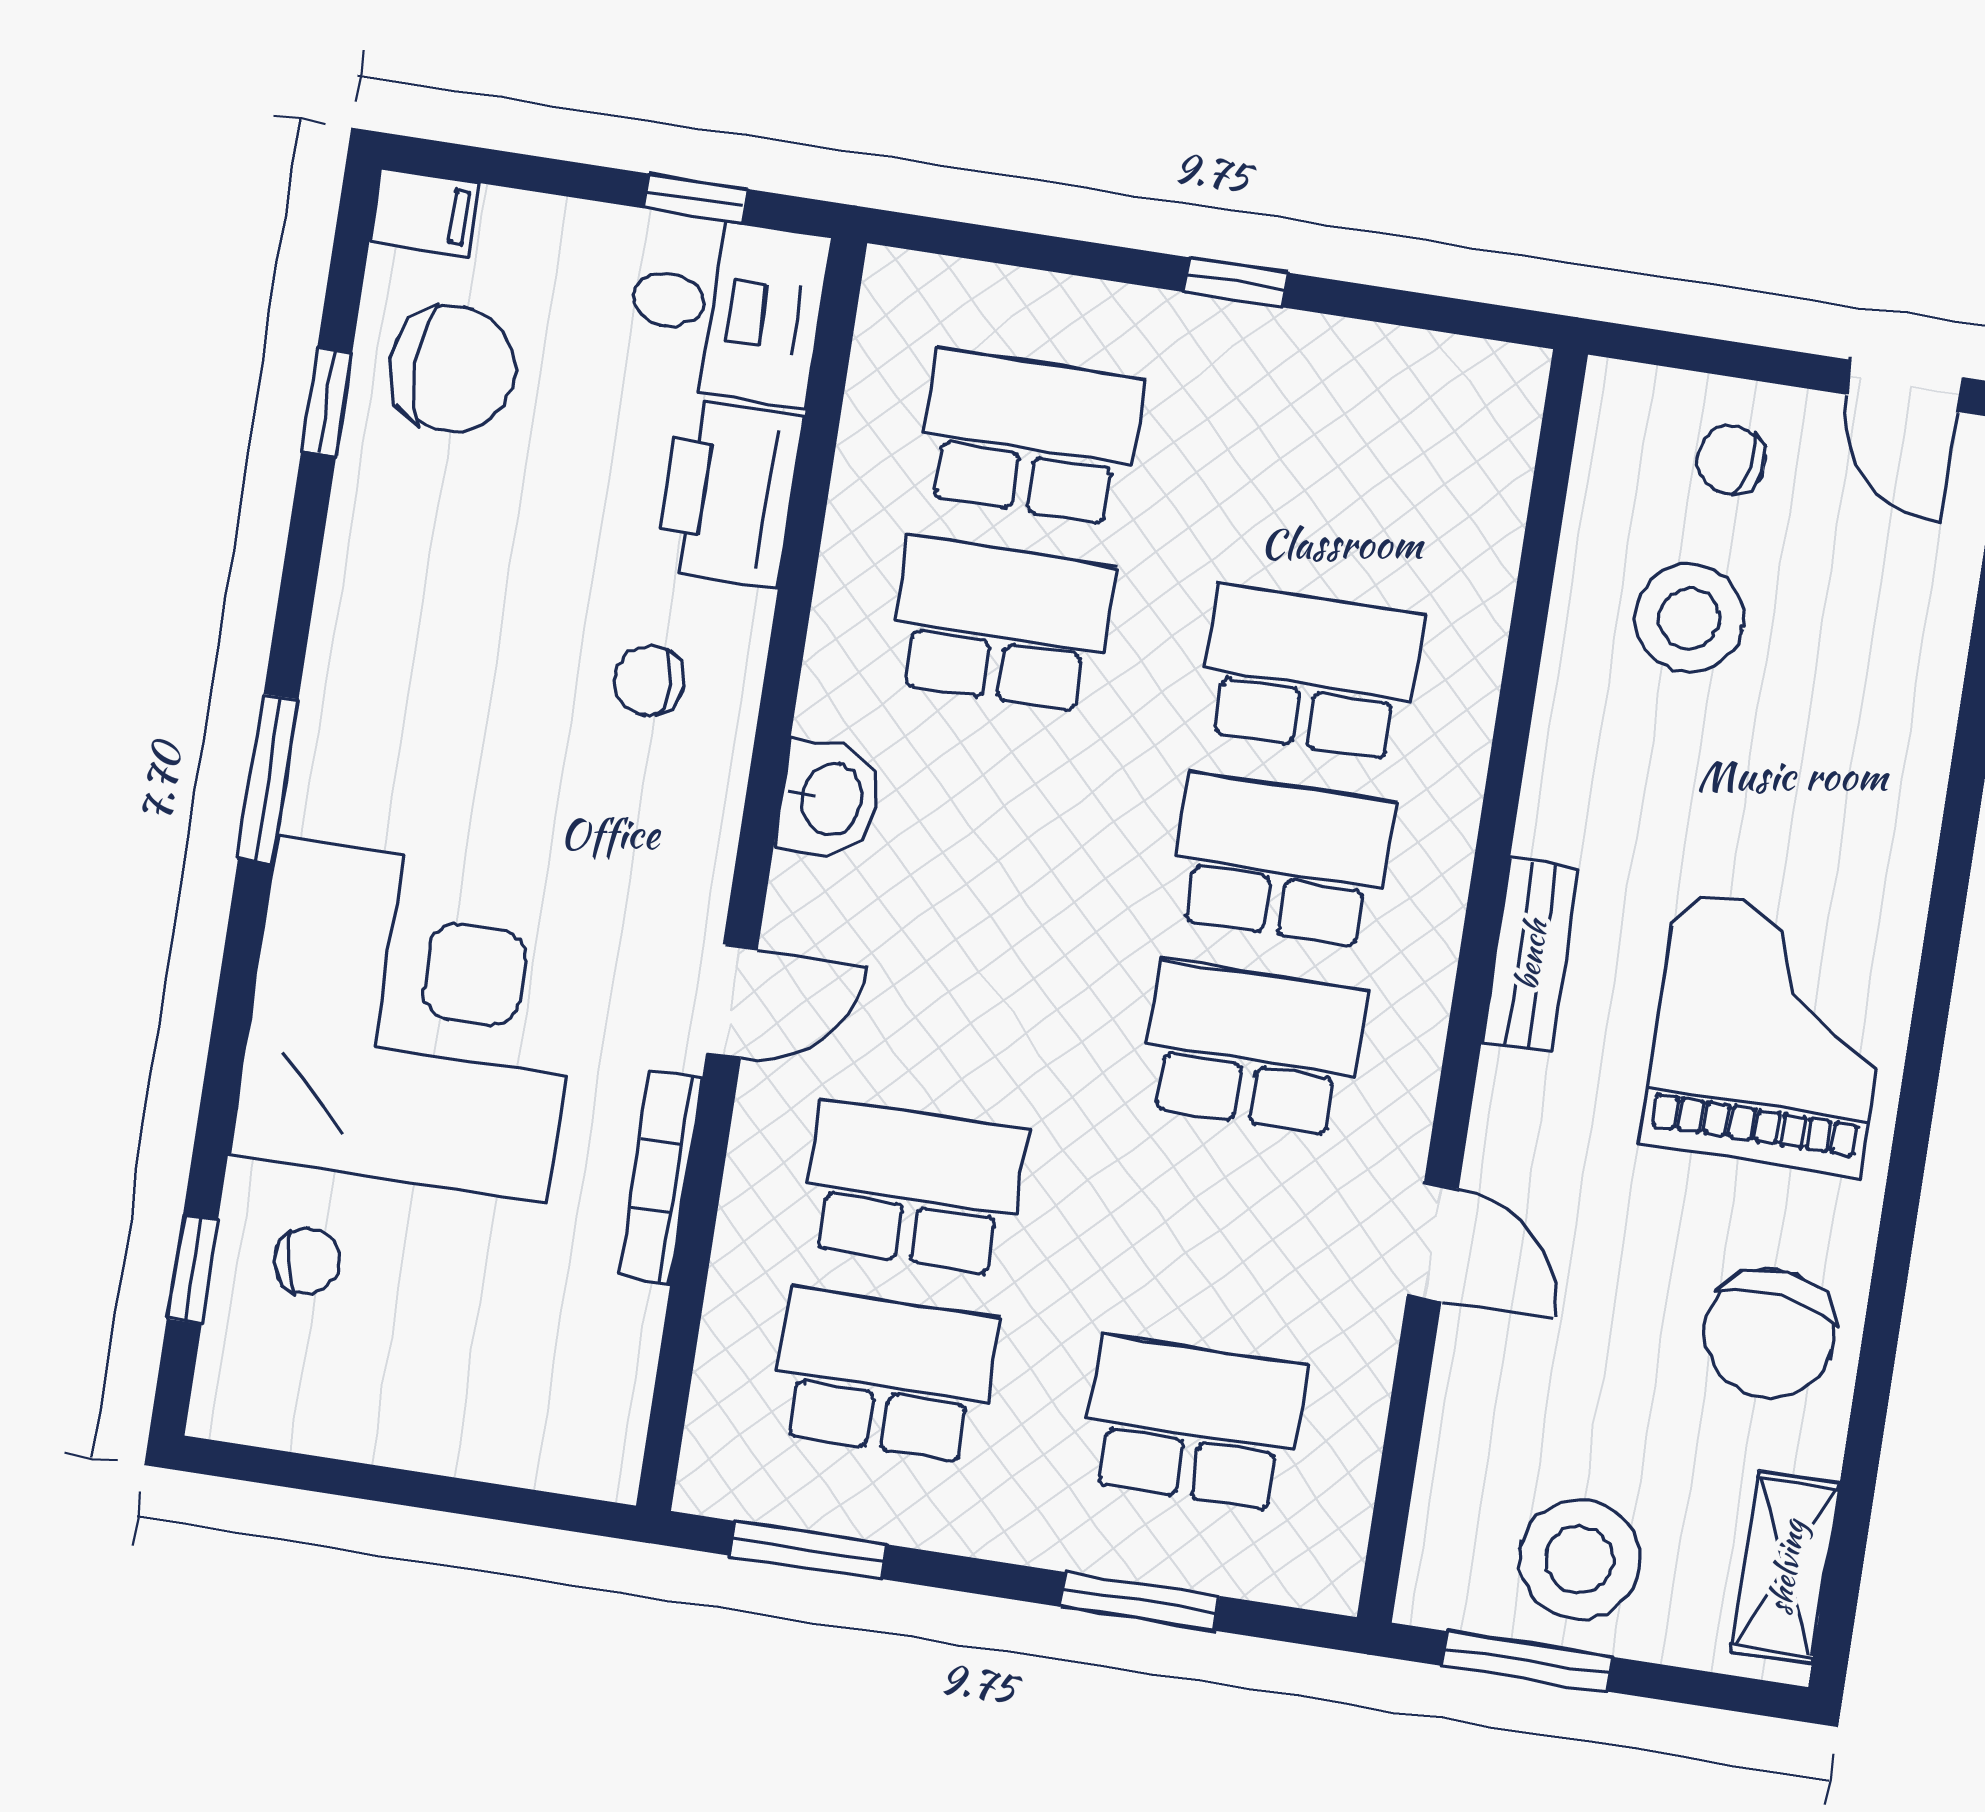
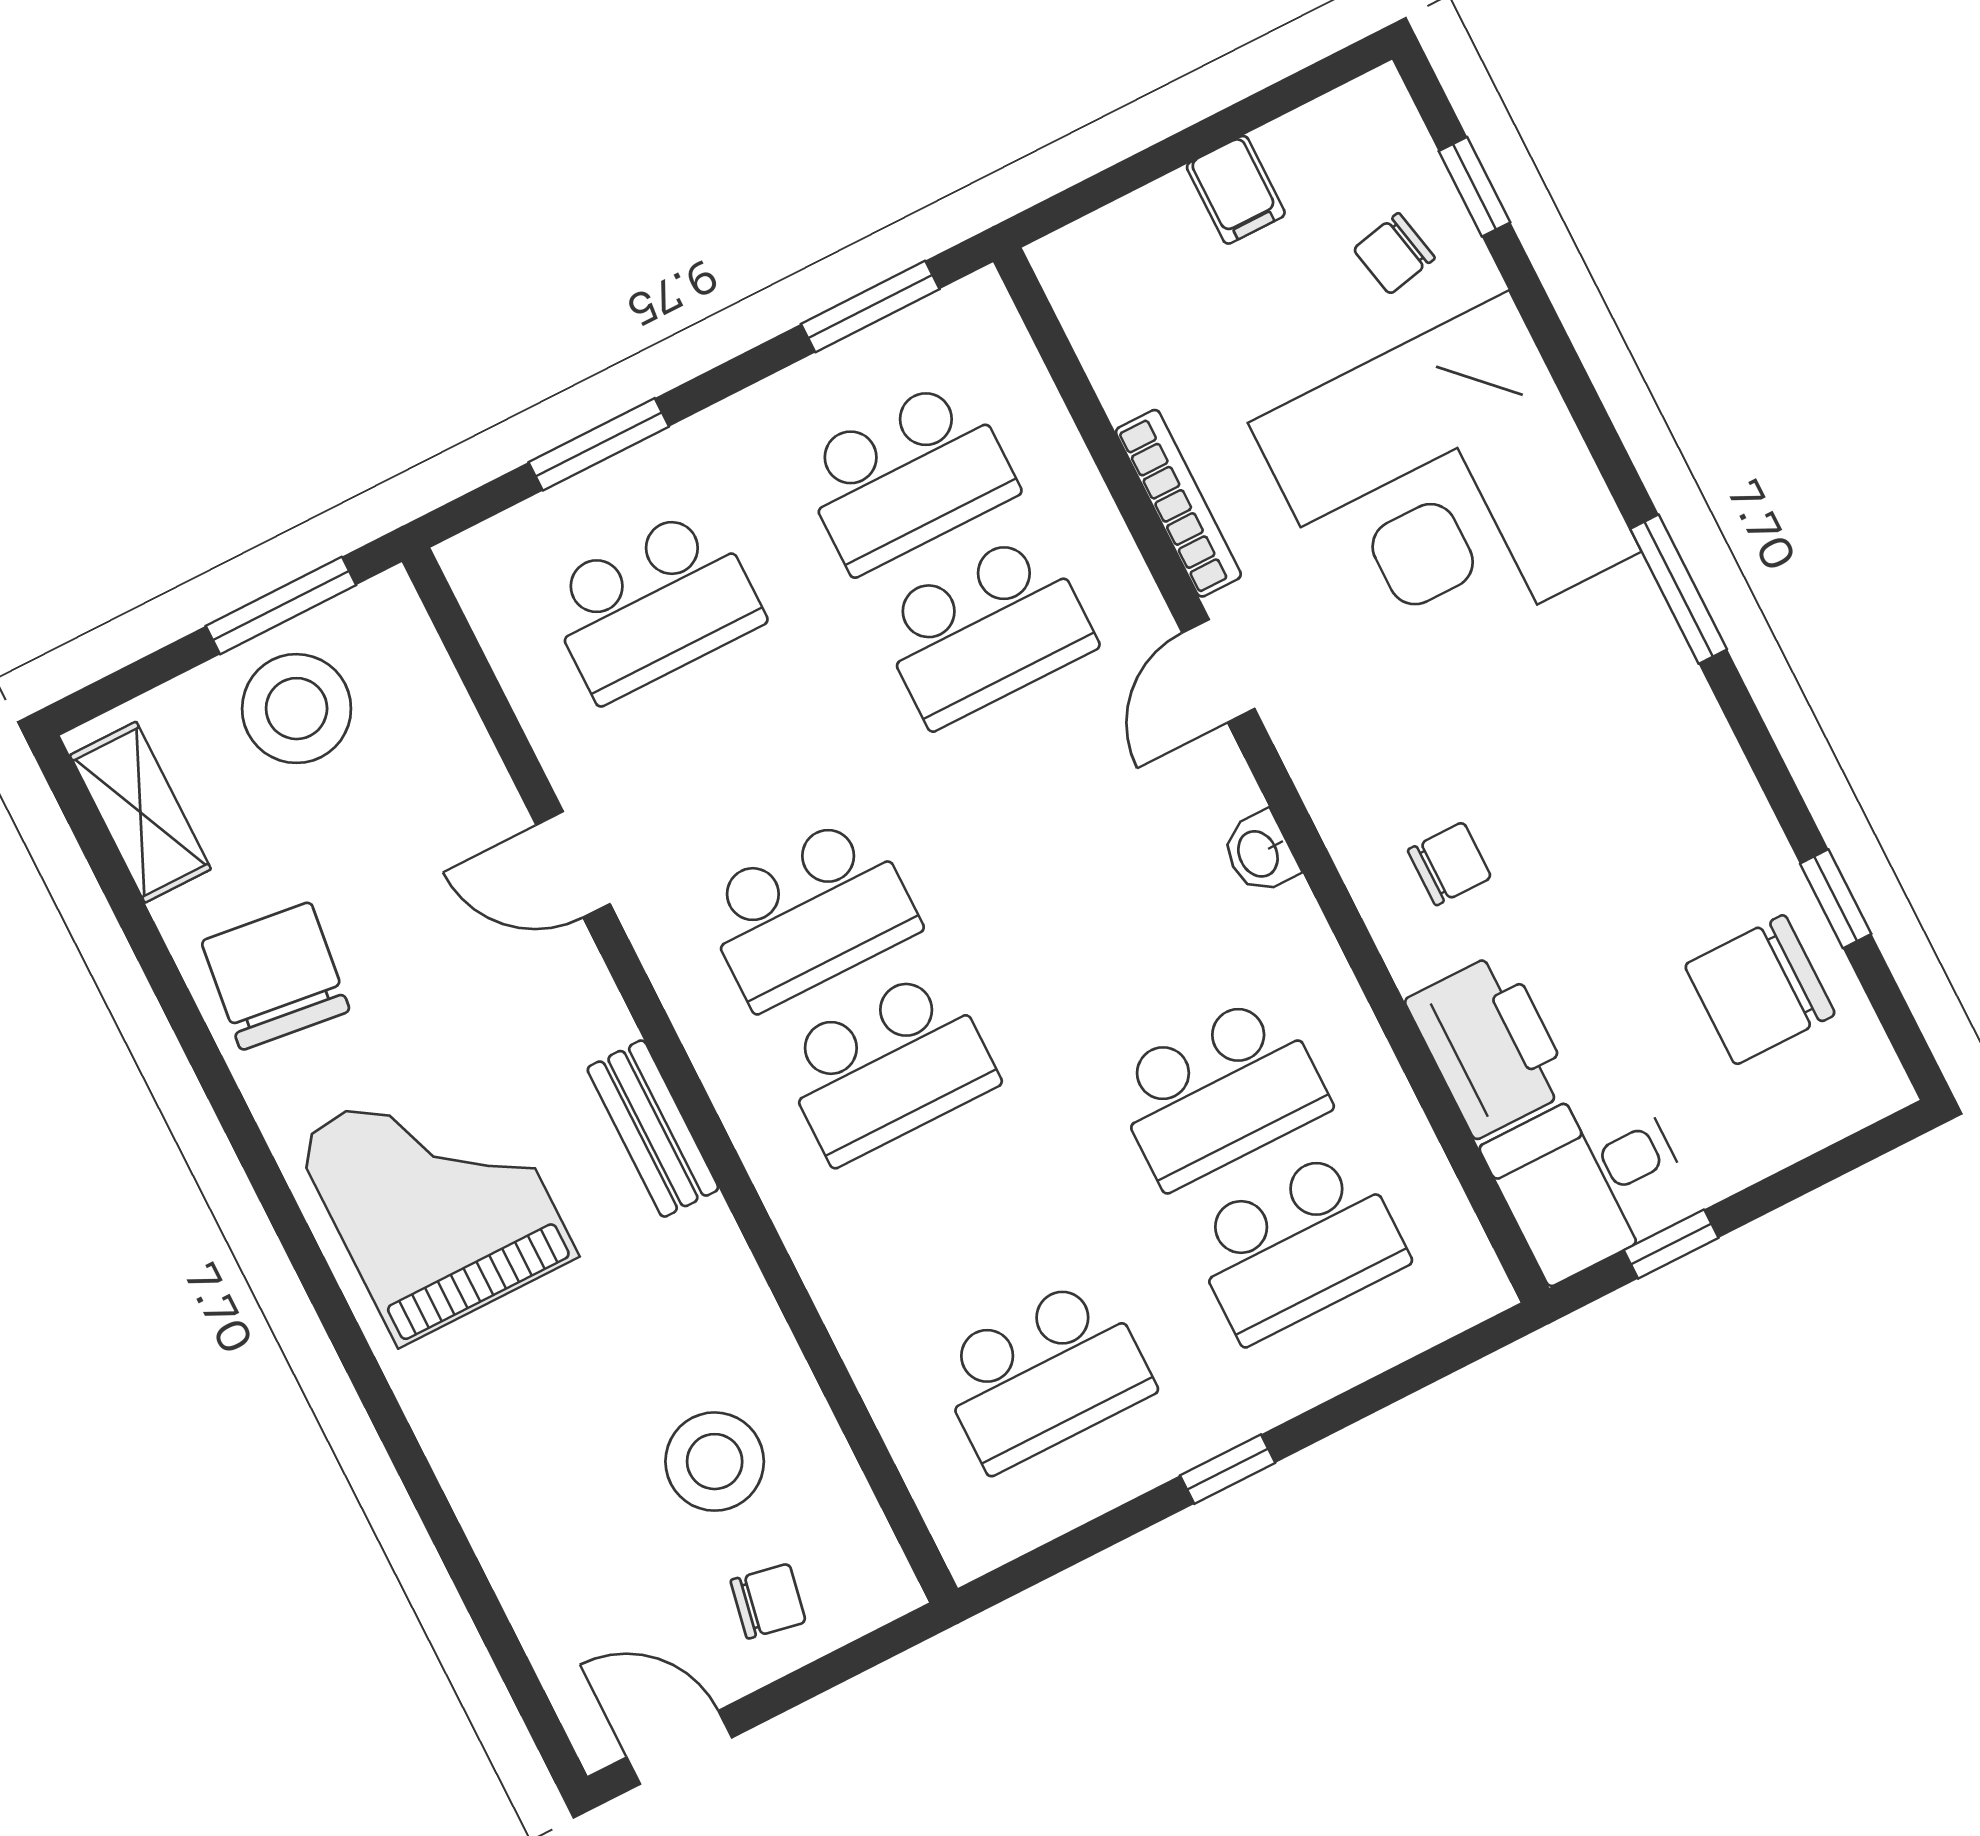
filing cabinet: (424, 212) -> (1236, 190), moved, turned -90
school desk: (1310, 673) -> (1044, 1374), moved
washbasin: (829, 799) -> (1260, 853), width x0.72, depth x0.69
grand piano: (1769, 1033) -> (436, 1198), turned 180

